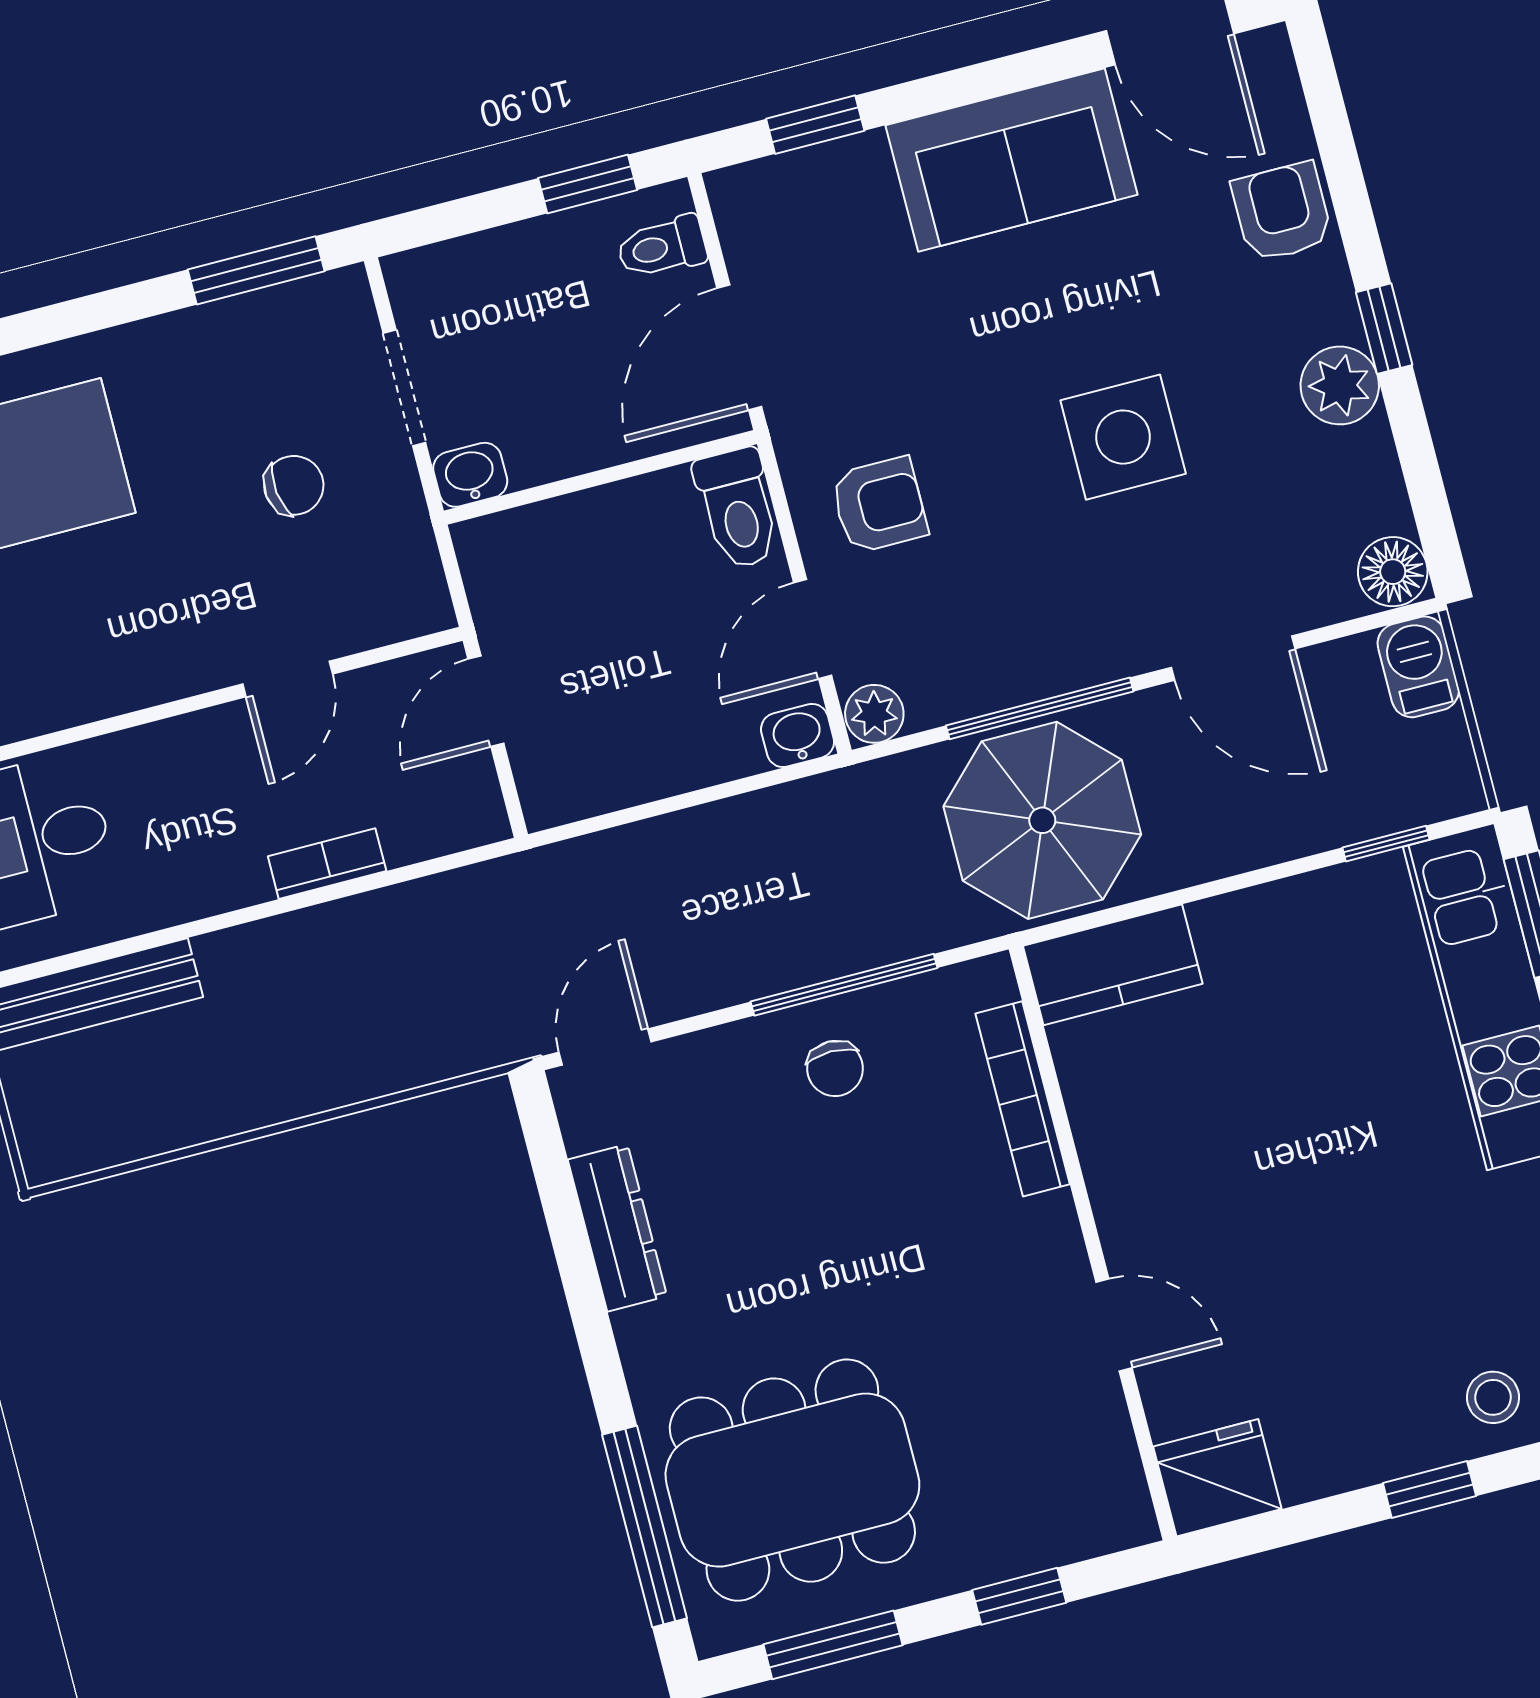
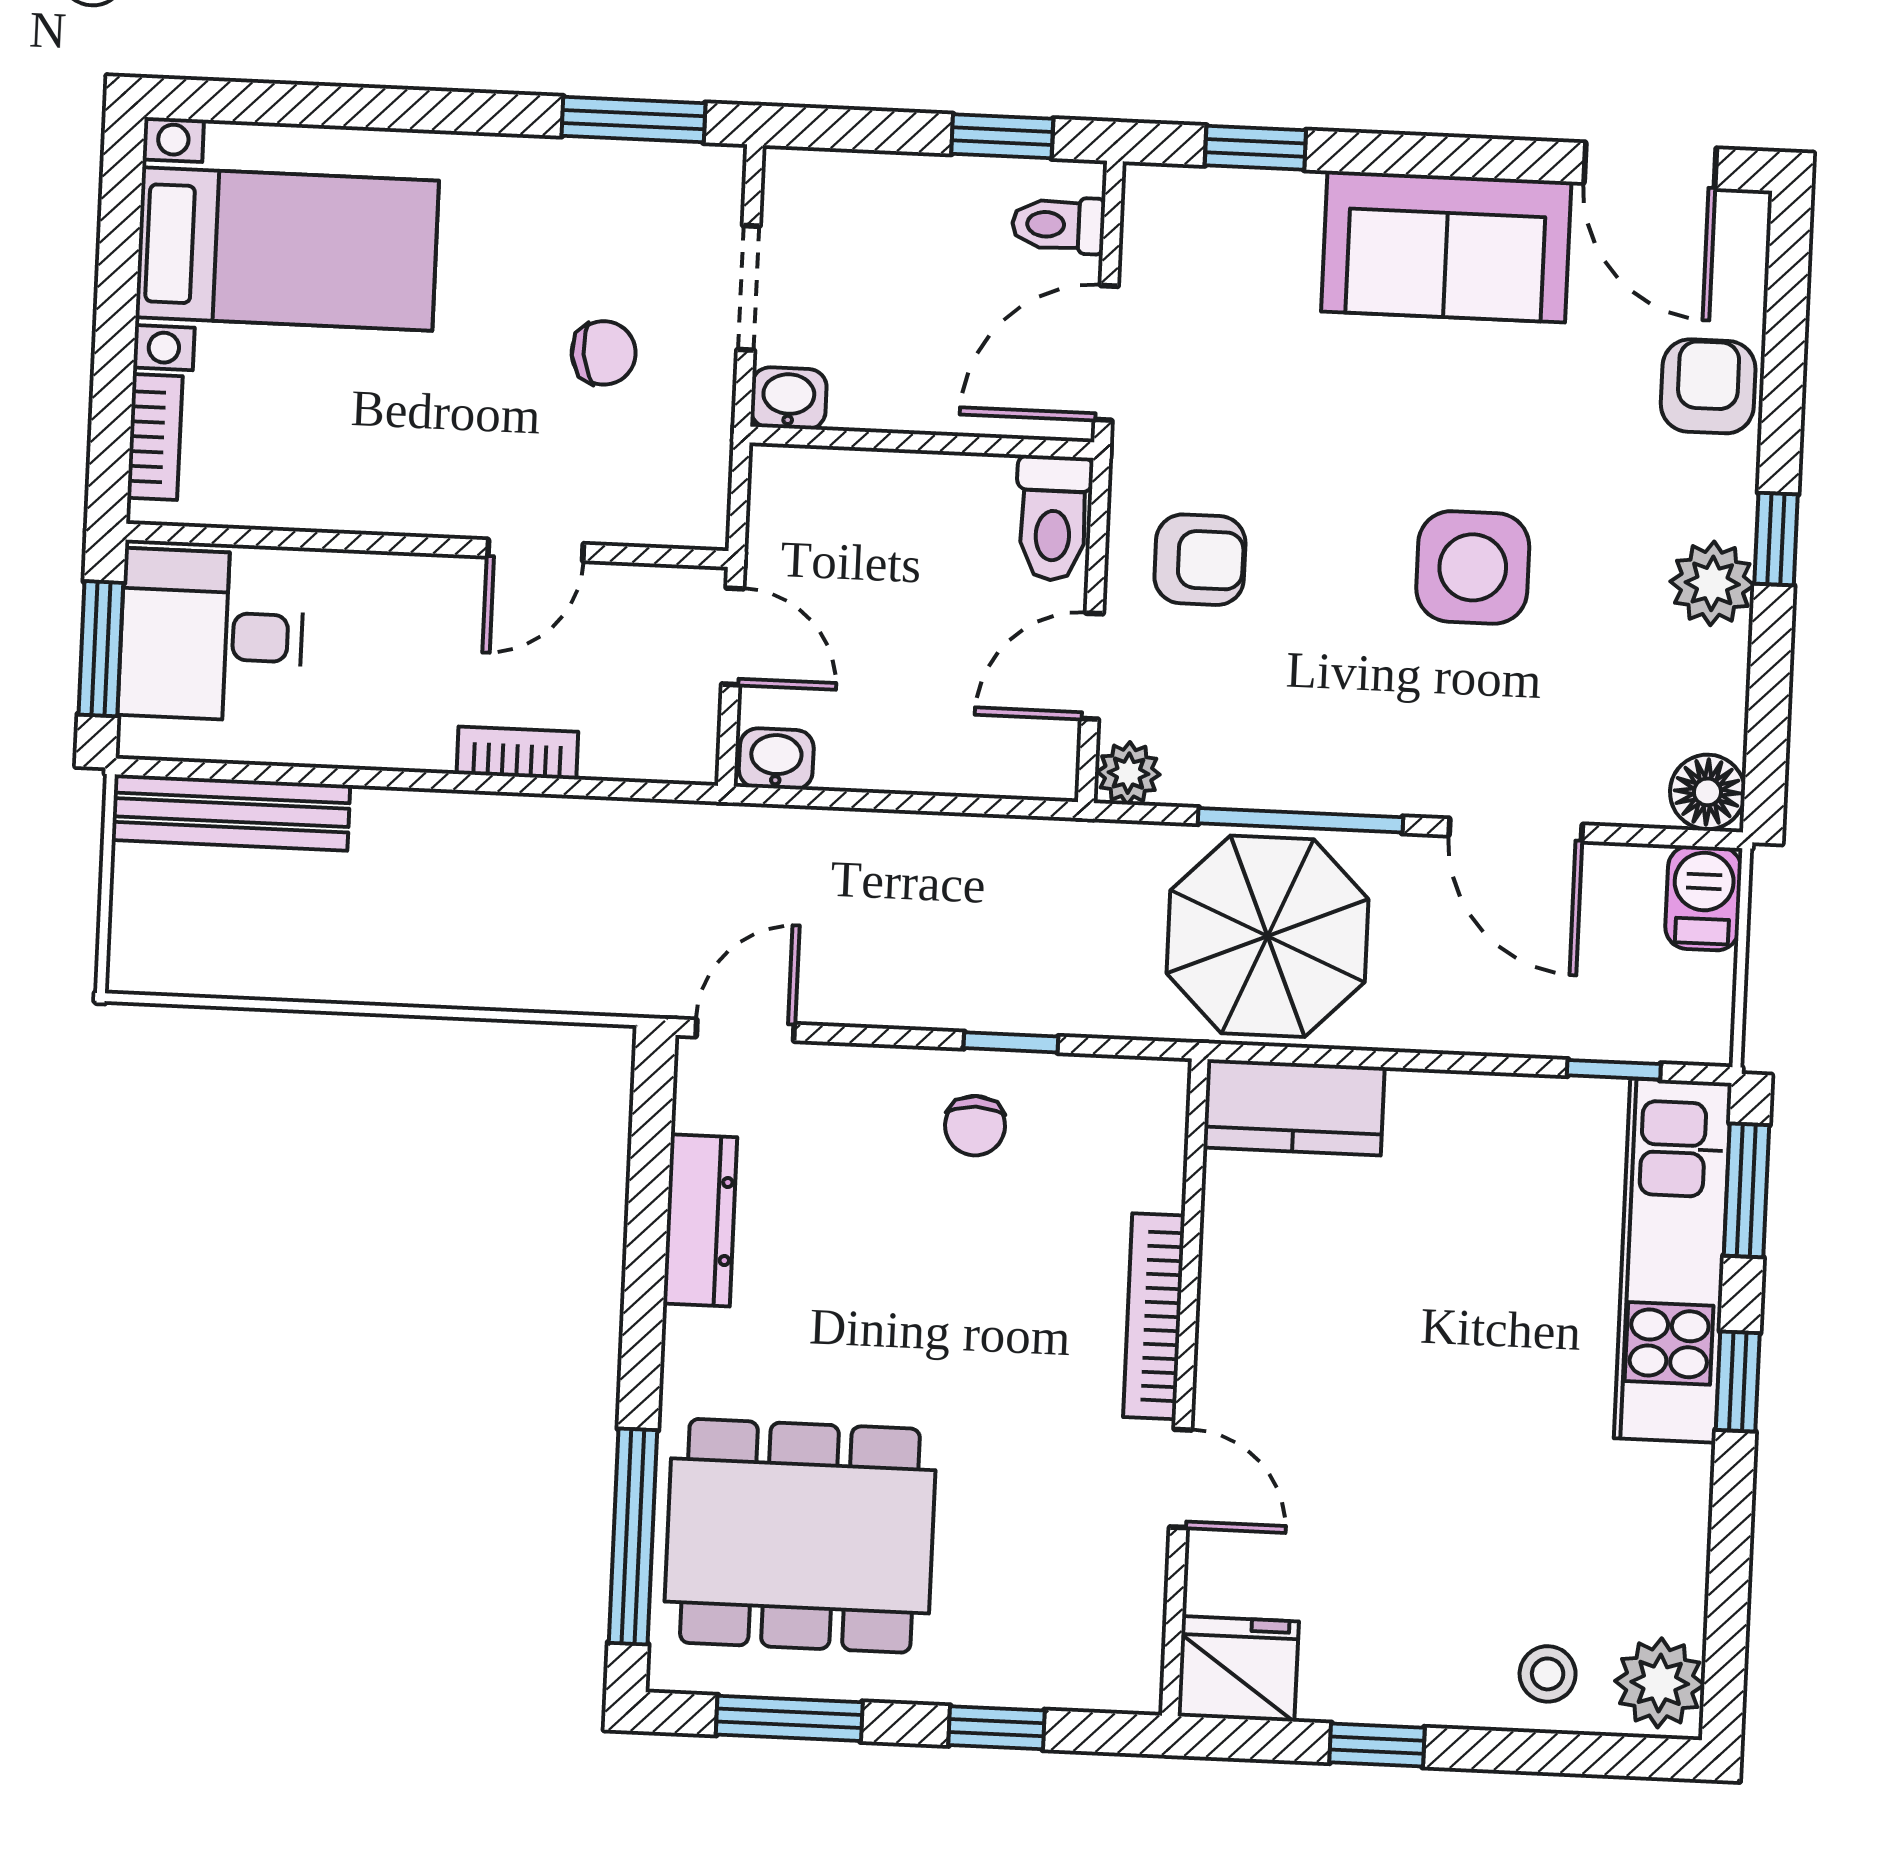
door: (486, 701) -> (733, 636), swing flipped
washbasin: (798, 735) -> (776, 759), moved
window: (844, 985) -> (1011, 1042), width x0.46
bookcase: (1023, 1099) -> (1154, 1316), moved
window: (1429, 1489) -> (1377, 1745), moved

